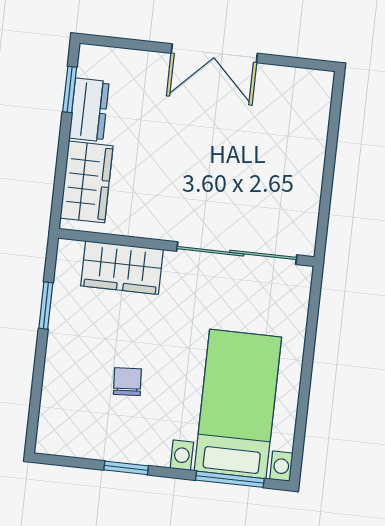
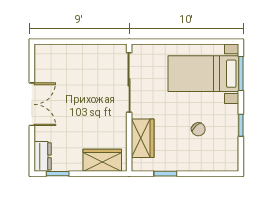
dresser: (89, 110) -> (43, 156), moved, turned 90
chair: (127, 382) -> (198, 129), turned -128

